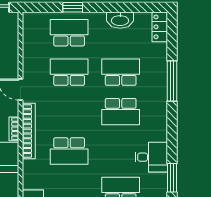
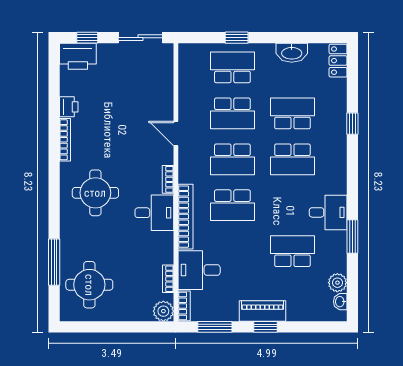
school desk: (69, 72) -> (232, 113), turned 180
window: (172, 81) -> (352, 124), width x0.46
school desk: (69, 112) -> (232, 159), added
bookcase: (29, 131) -> (185, 217), moved

